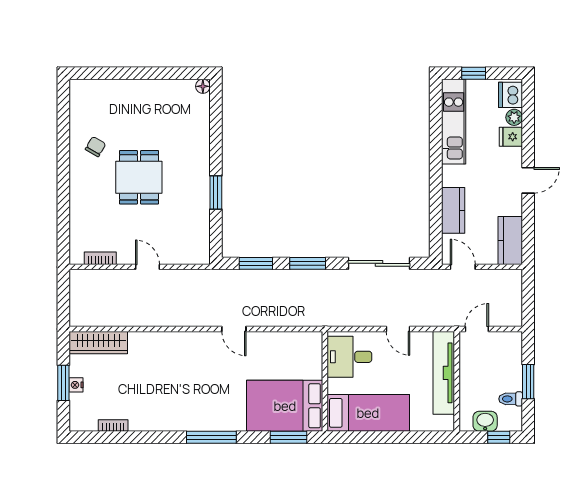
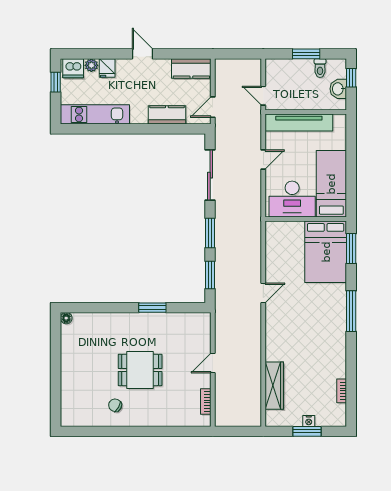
window: (474, 73) -> (56, 82), moved
wardrobe: (98, 343) -> (274, 386), moved
desk: (349, 357) -> (292, 199), width x1.37

